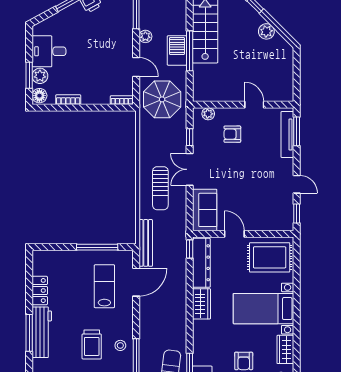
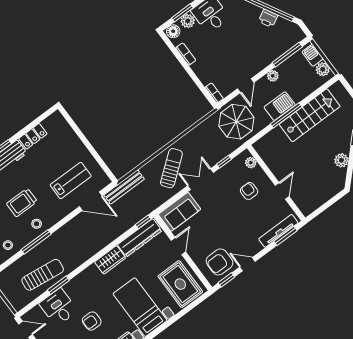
door: (297, 184) -> (247, 264), swing flipped
sun lounger: (160, 188) -> (171, 168), turned 142
armchair: (276, 208) -> (220, 262), added
window: (97, 247) -> (95, 154), removed

